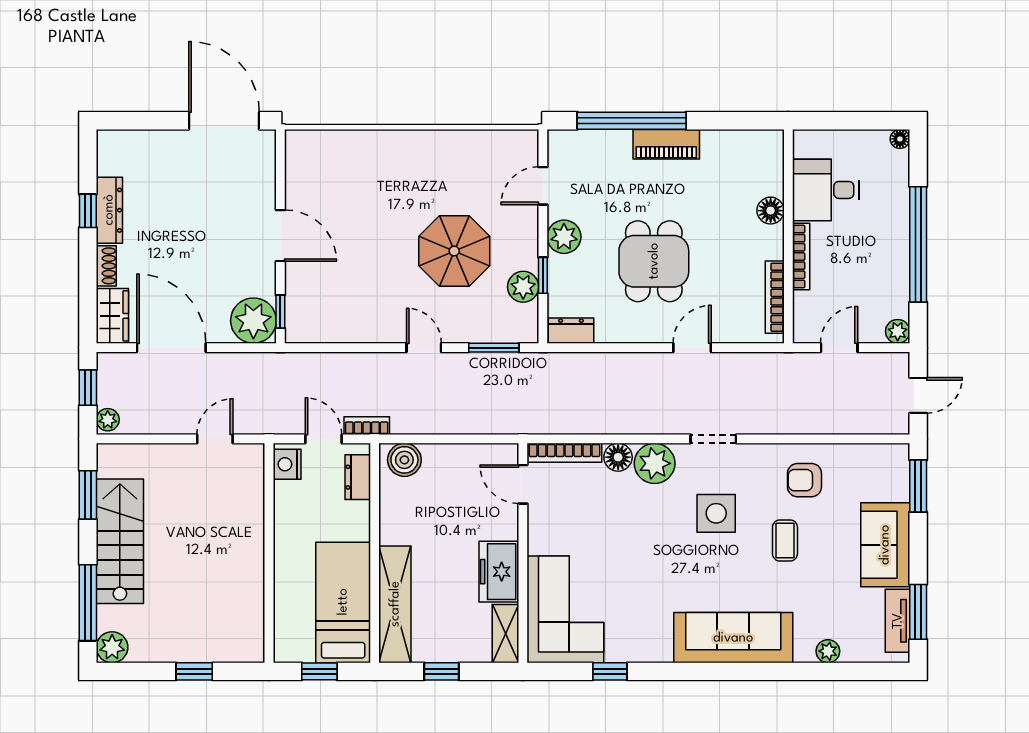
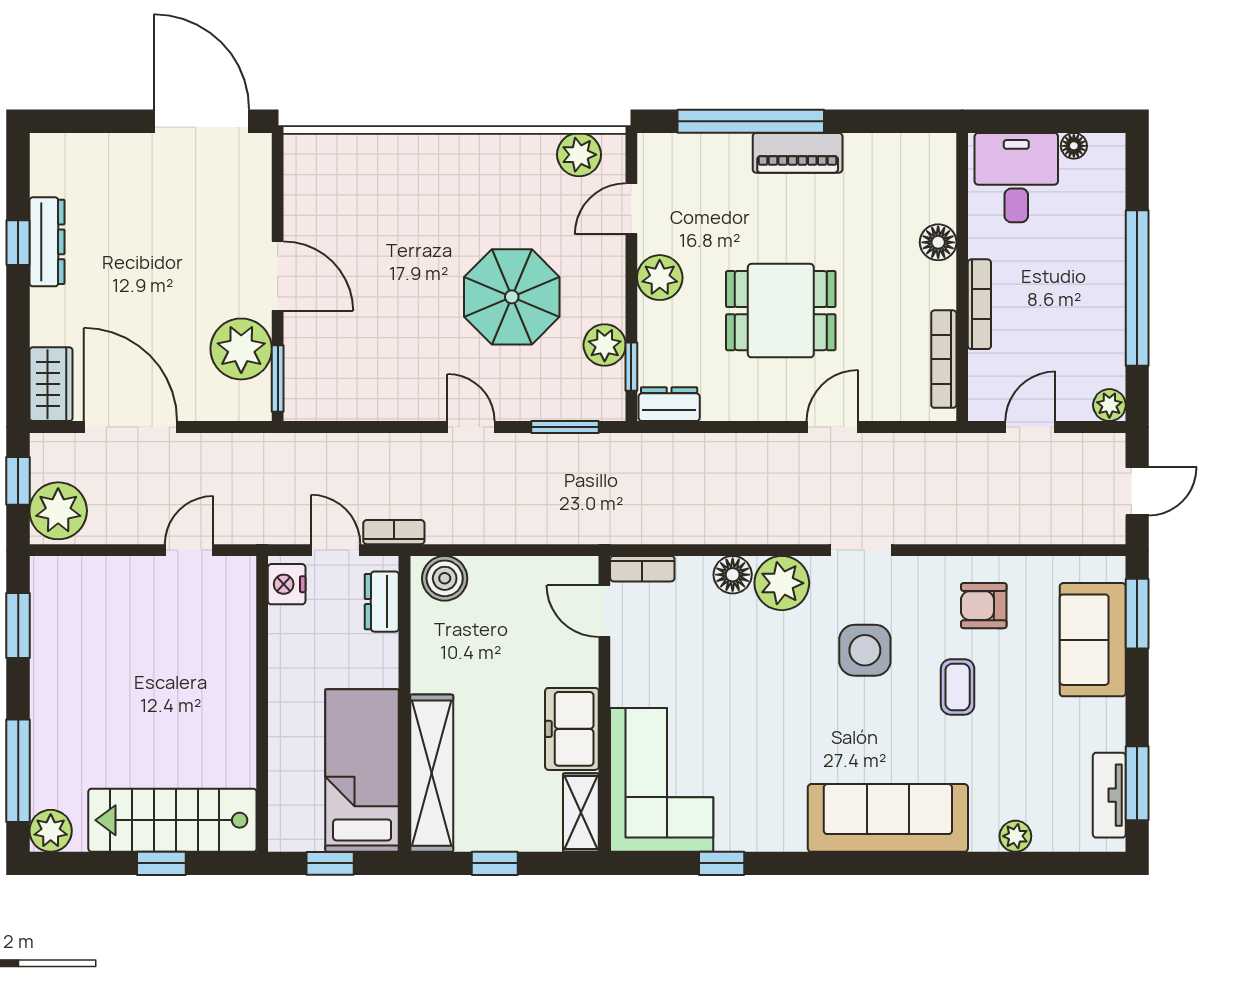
floor lamp: (900, 139) -> (1074, 146), moved
plant: (504, 145) -> (579, 155), added
desk: (826, 190) -> (1016, 178), moved, turned 90
dining table: (654, 261) -> (781, 311), turned 90
shoe rack: (106, 266) -> (43, 317), removed
window: (543, 275) -> (631, 367), moved
window: (280, 312) -> (278, 378), width x1.50
plant: (253, 321) -> (241, 349), moved
plant: (108, 420) -> (58, 511), width x1.88, depth x1.88
bookcase: (564, 453) -> (642, 569), width x0.64
stairs: (120, 541) -> (172, 820), moved, turned -90
sofa: (885, 545) -> (1093, 640), moved

